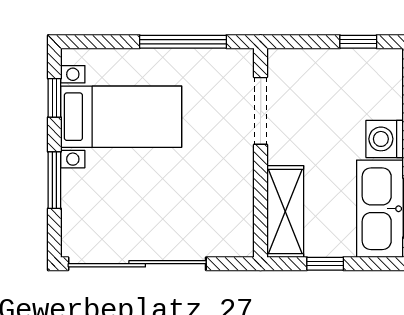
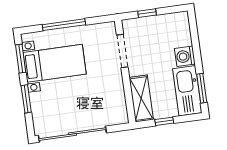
window: (183, 42) -> (64, 25), moved
window: (358, 42) -> (147, 13), moved
window: (54, 98) -> (21, 59), width x1.50

